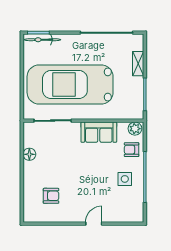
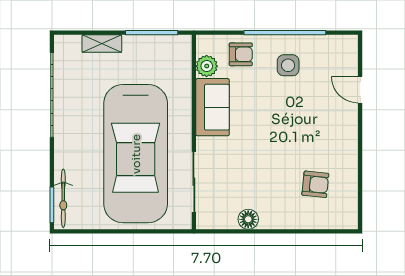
plant: (135, 129) -> (207, 66), moved
armchair: (132, 150) -> (241, 54), turned -90
armchair: (51, 196) -> (315, 184), turned 96
door: (94, 224) -> (360, 90), moved

